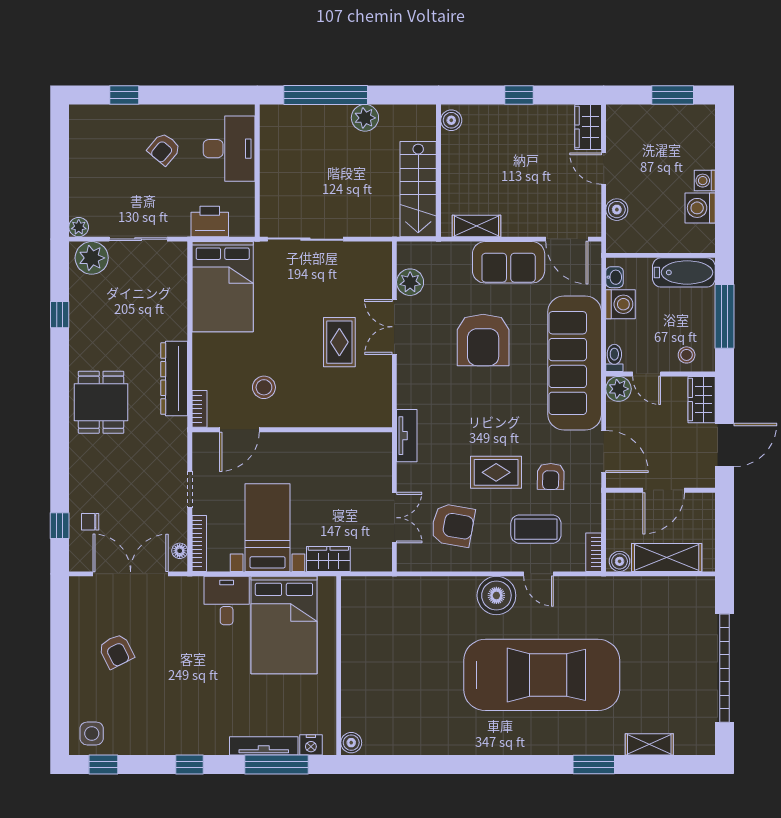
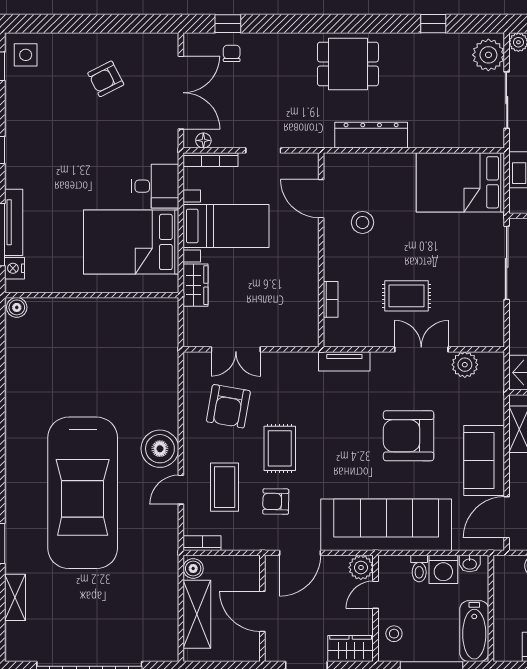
toilet: (614, 358) -> (419, 569), moved, turned 90
bookcase: (200, 409) -> (331, 299), moved, turned -90
tv unit: (407, 436) -> (344, 361), moved

